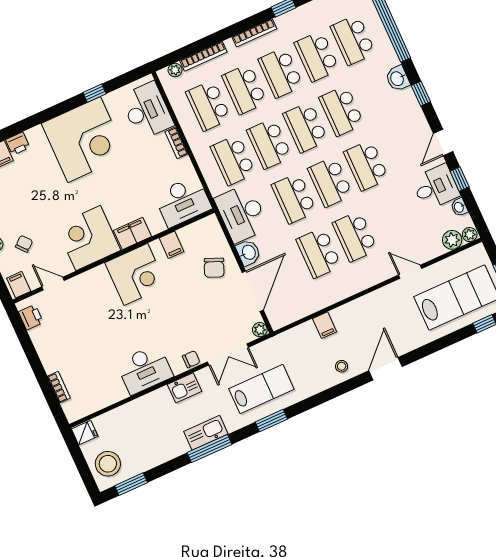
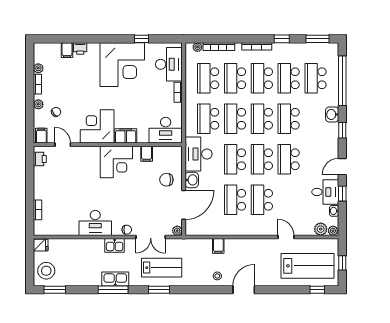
chair: (214, 268) -> (166, 180), turned 67

